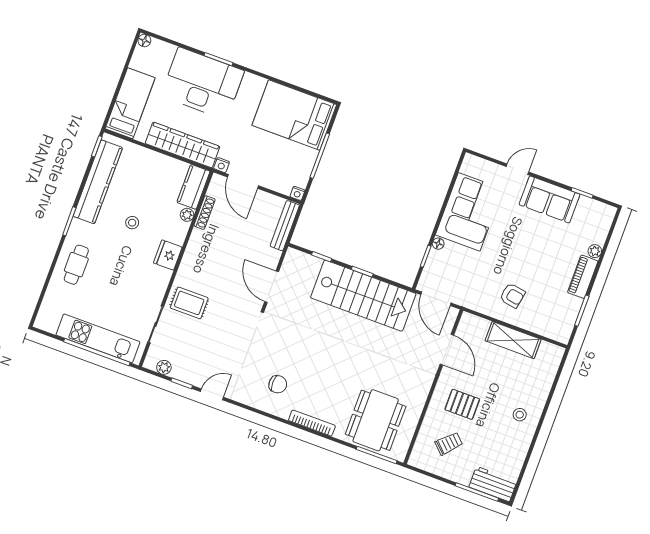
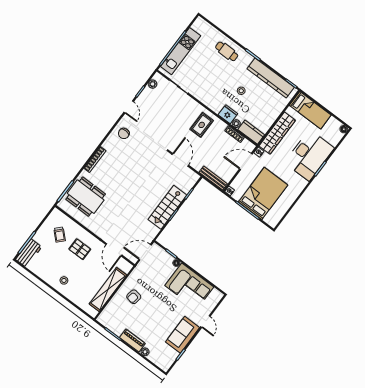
bed: (294, 115) -> (263, 193), moved
fridge: (168, 255) -> (228, 114), moved
door: (272, 287) -> (180, 160), hinge flipped
stairs: (363, 296) -> (167, 207), width x0.73, depth x0.66
rug: (189, 303) -> (202, 125), moved
shelving: (513, 340) -> (108, 289), width x1.47
door: (447, 350) -> (114, 250), hinge flipped
chair: (278, 384) -> (124, 133), moved
pallet: (462, 404) -> (80, 249), turned 90

